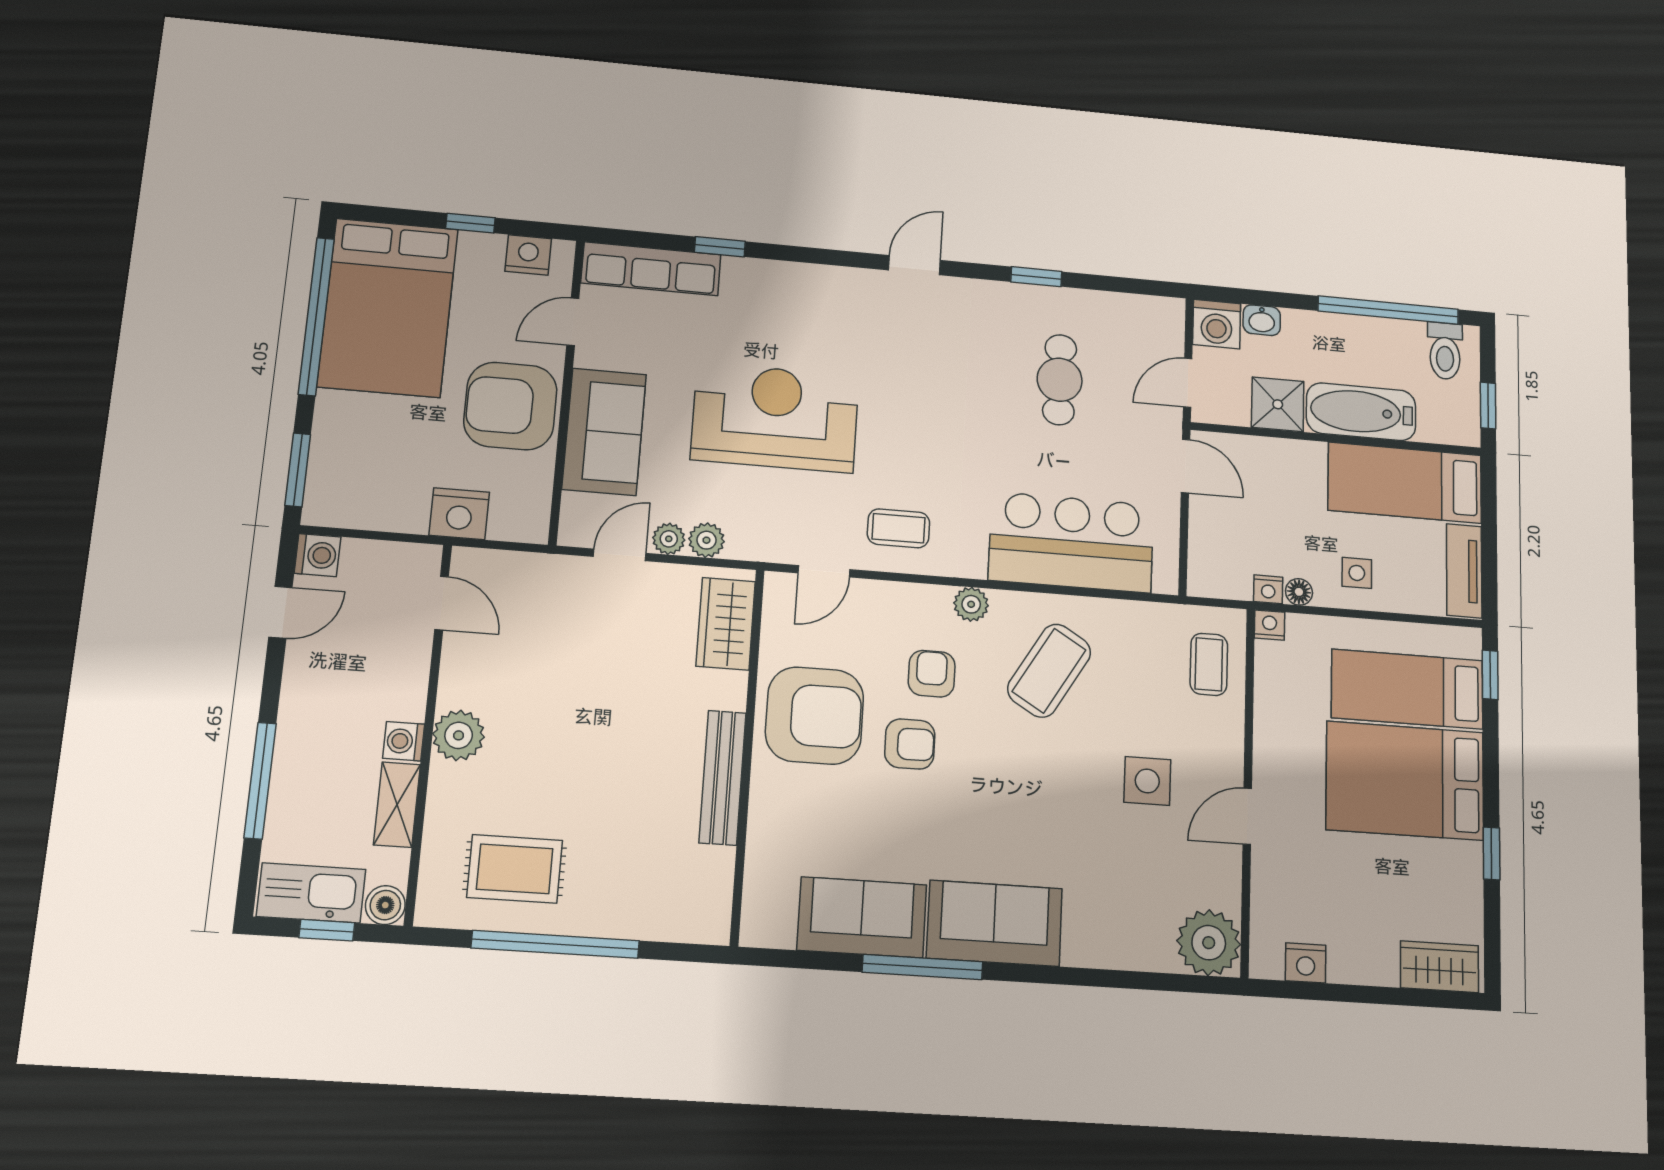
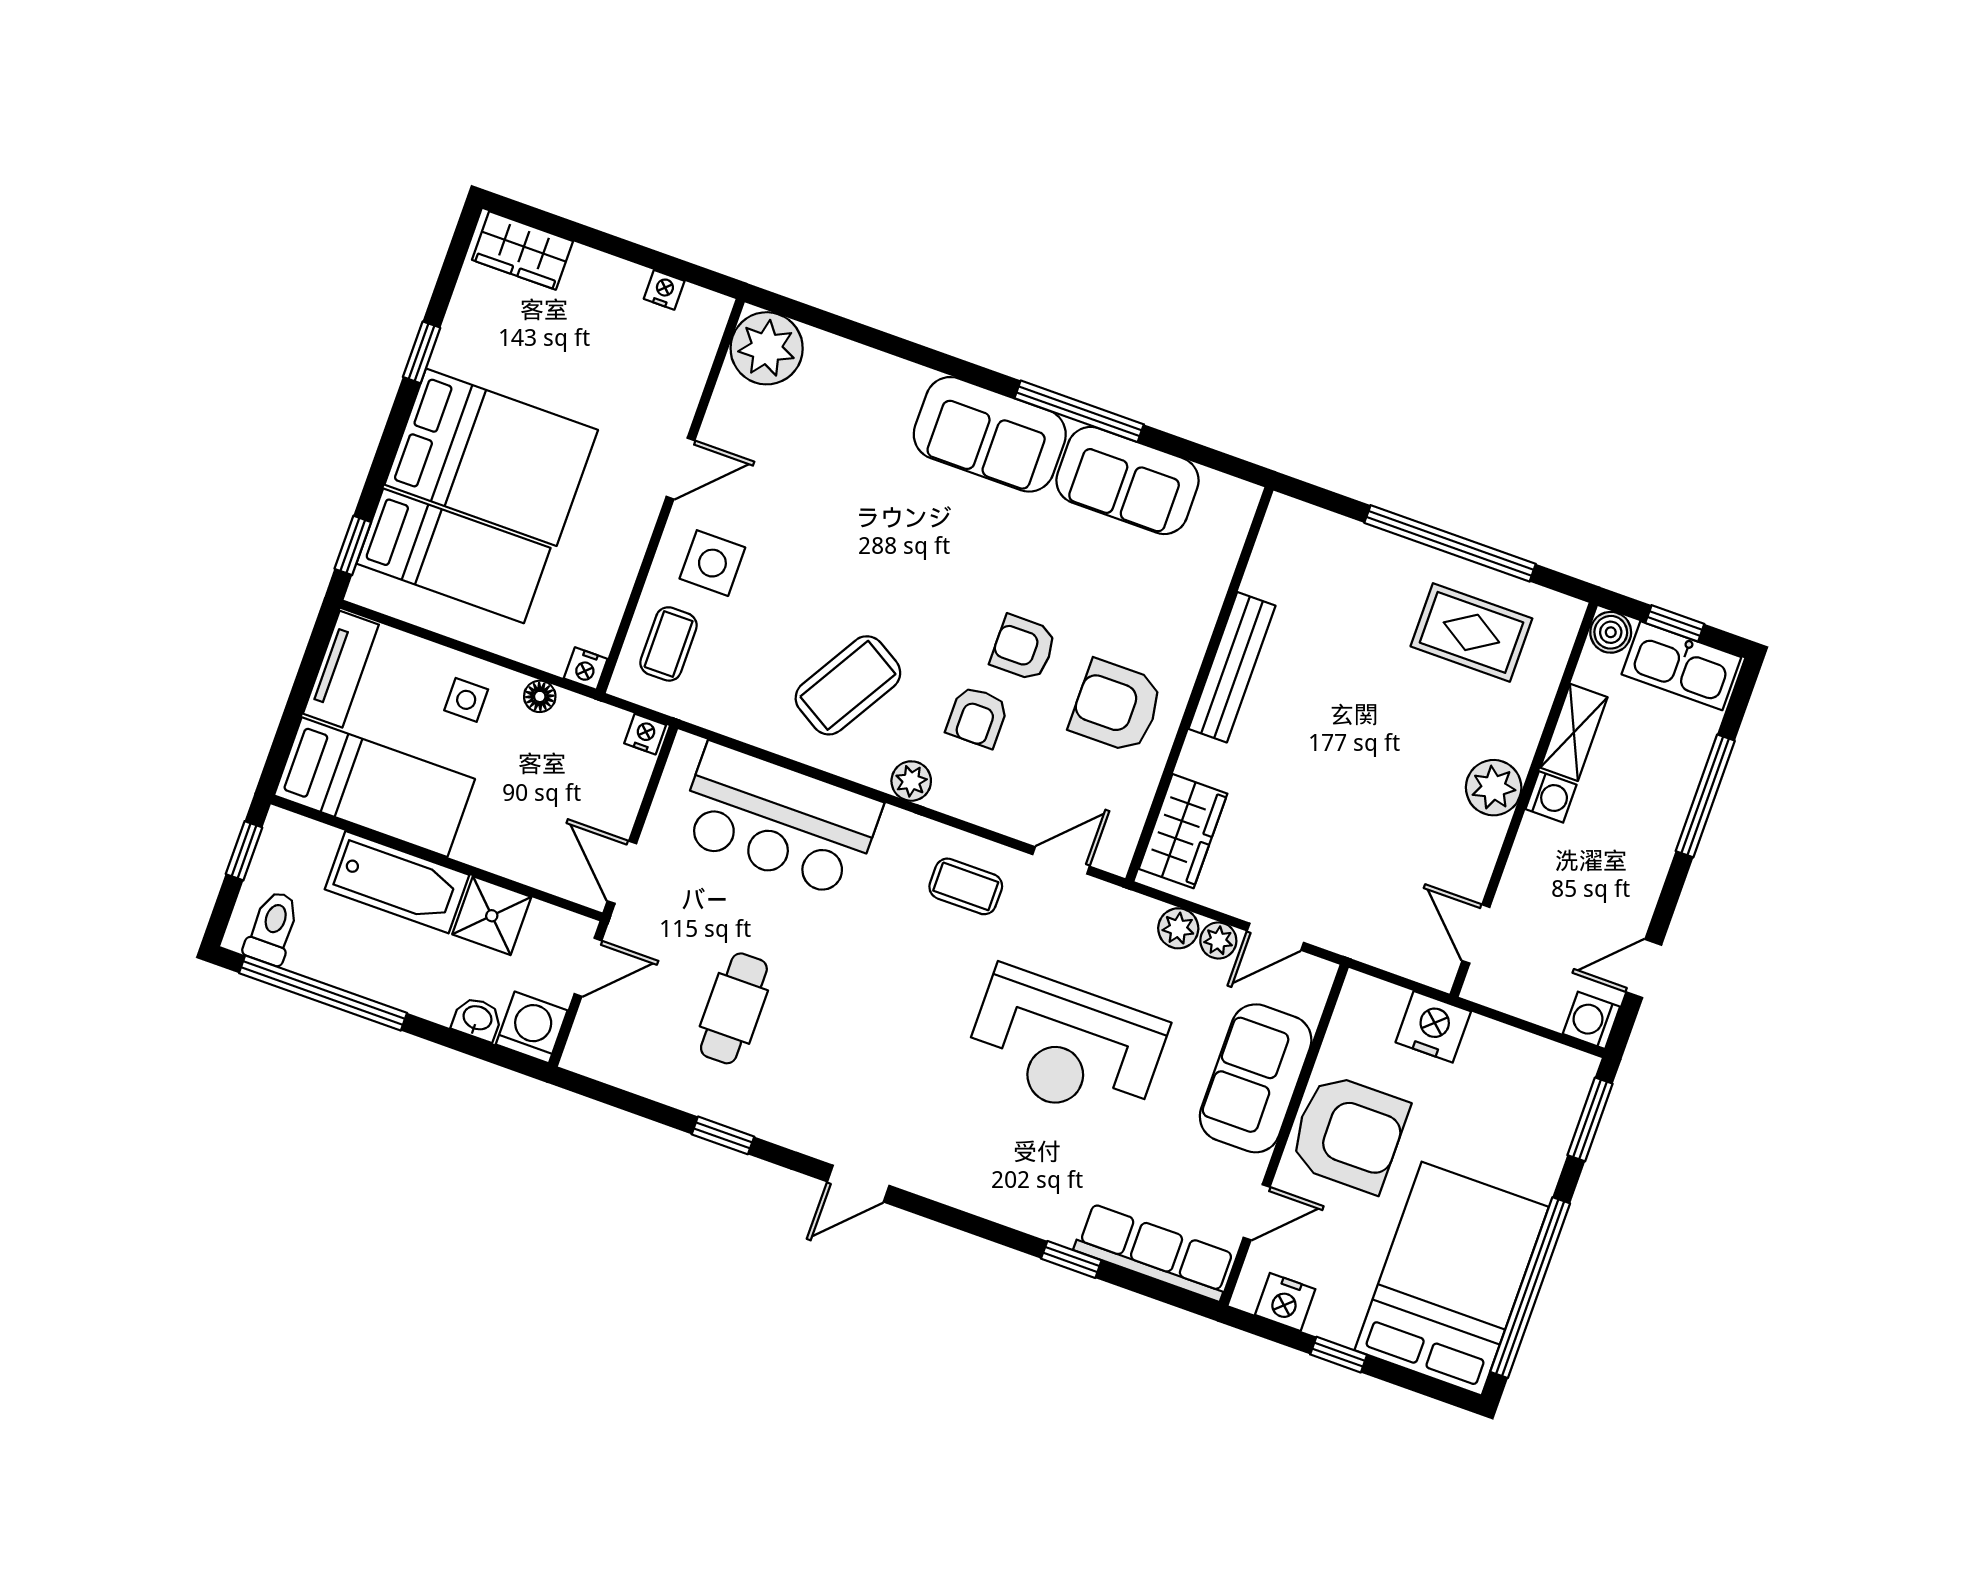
nightstand: (1268, 589) -> (645, 734), moved
armchair: (815, 716) -> (1116, 706), width x0.73, depth x0.73
side table: (1147, 781) -> (712, 563), moved
nightstand: (1306, 963) -> (664, 290), width x0.72, depth x0.74

